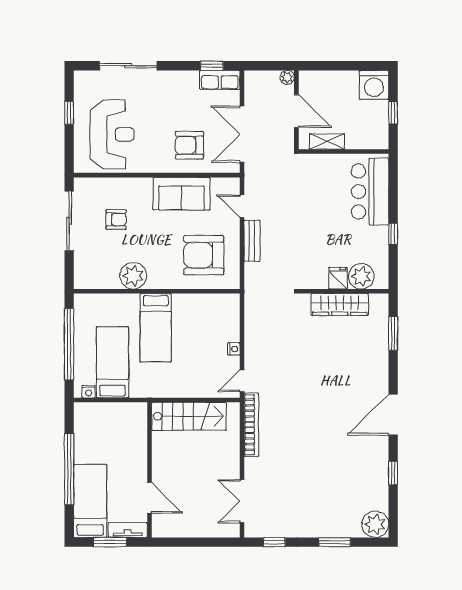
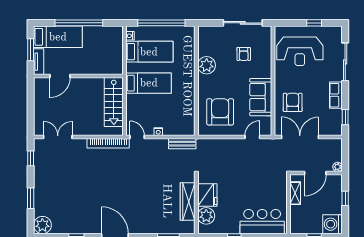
window: (335, 66) -> (345, 198), added
row of seats: (220, 80) -> (336, 95), moved
bench: (252, 241) -> (182, 144), moved
fridge: (338, 278) -> (207, 195), width x1.88, depth x1.34
bed: (156, 328) -> (149, 83), moved, turned 180

